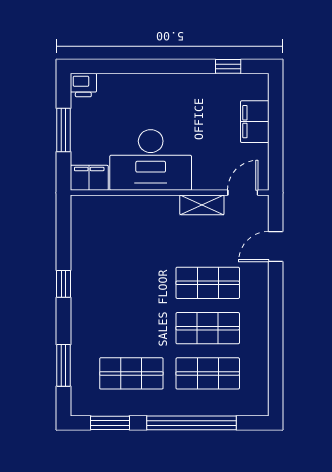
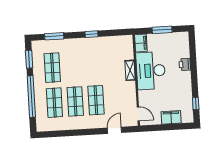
printer: (83, 85) -> (185, 64), moved
shelving: (202, 205) -> (130, 70), moved
door: (276, 247) -> (114, 130), hinge flipped

